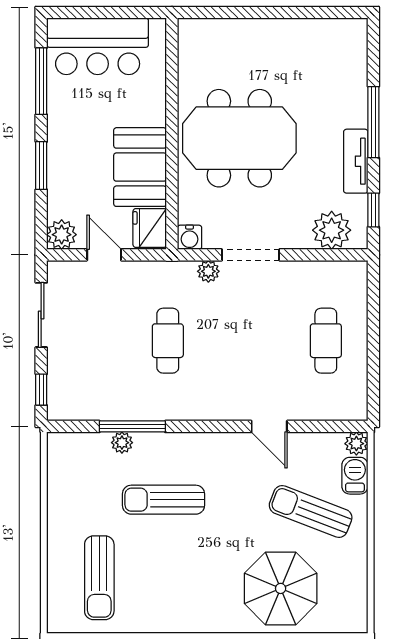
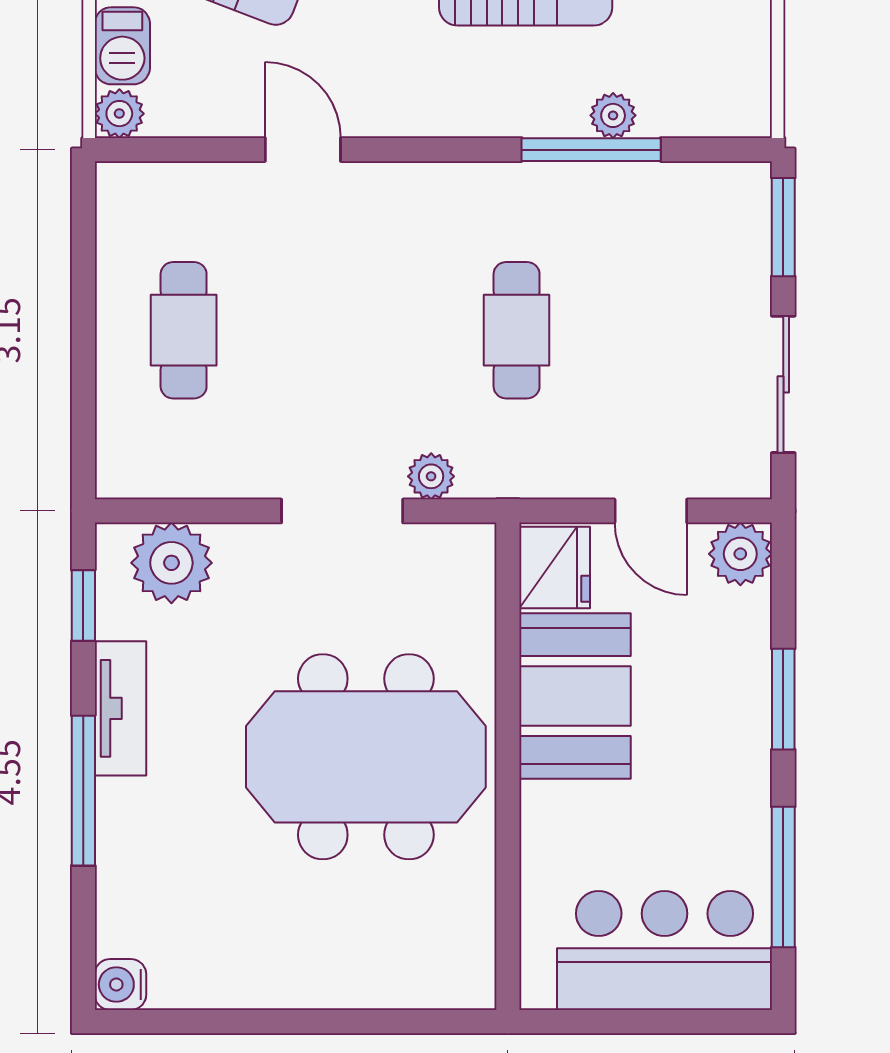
water cooler: (189, 237) -> (120, 984), moved, turned -90
window: (41, 390) -> (783, 227), width x1.50

